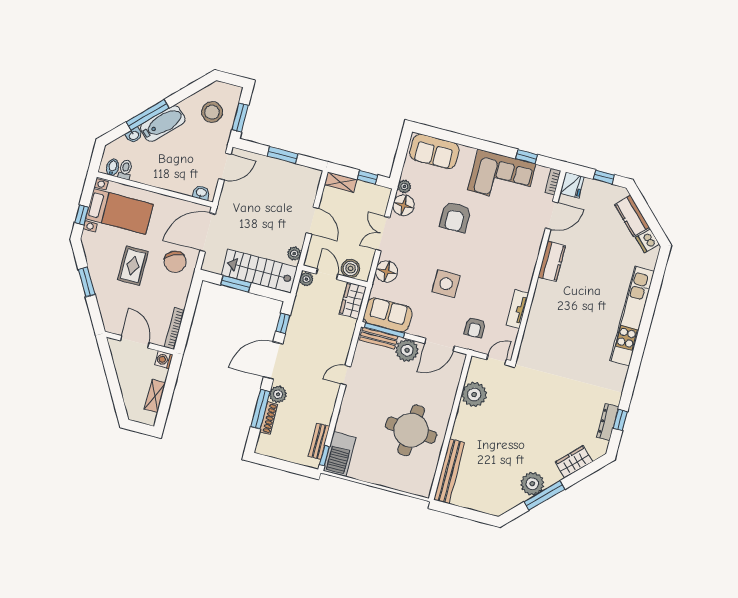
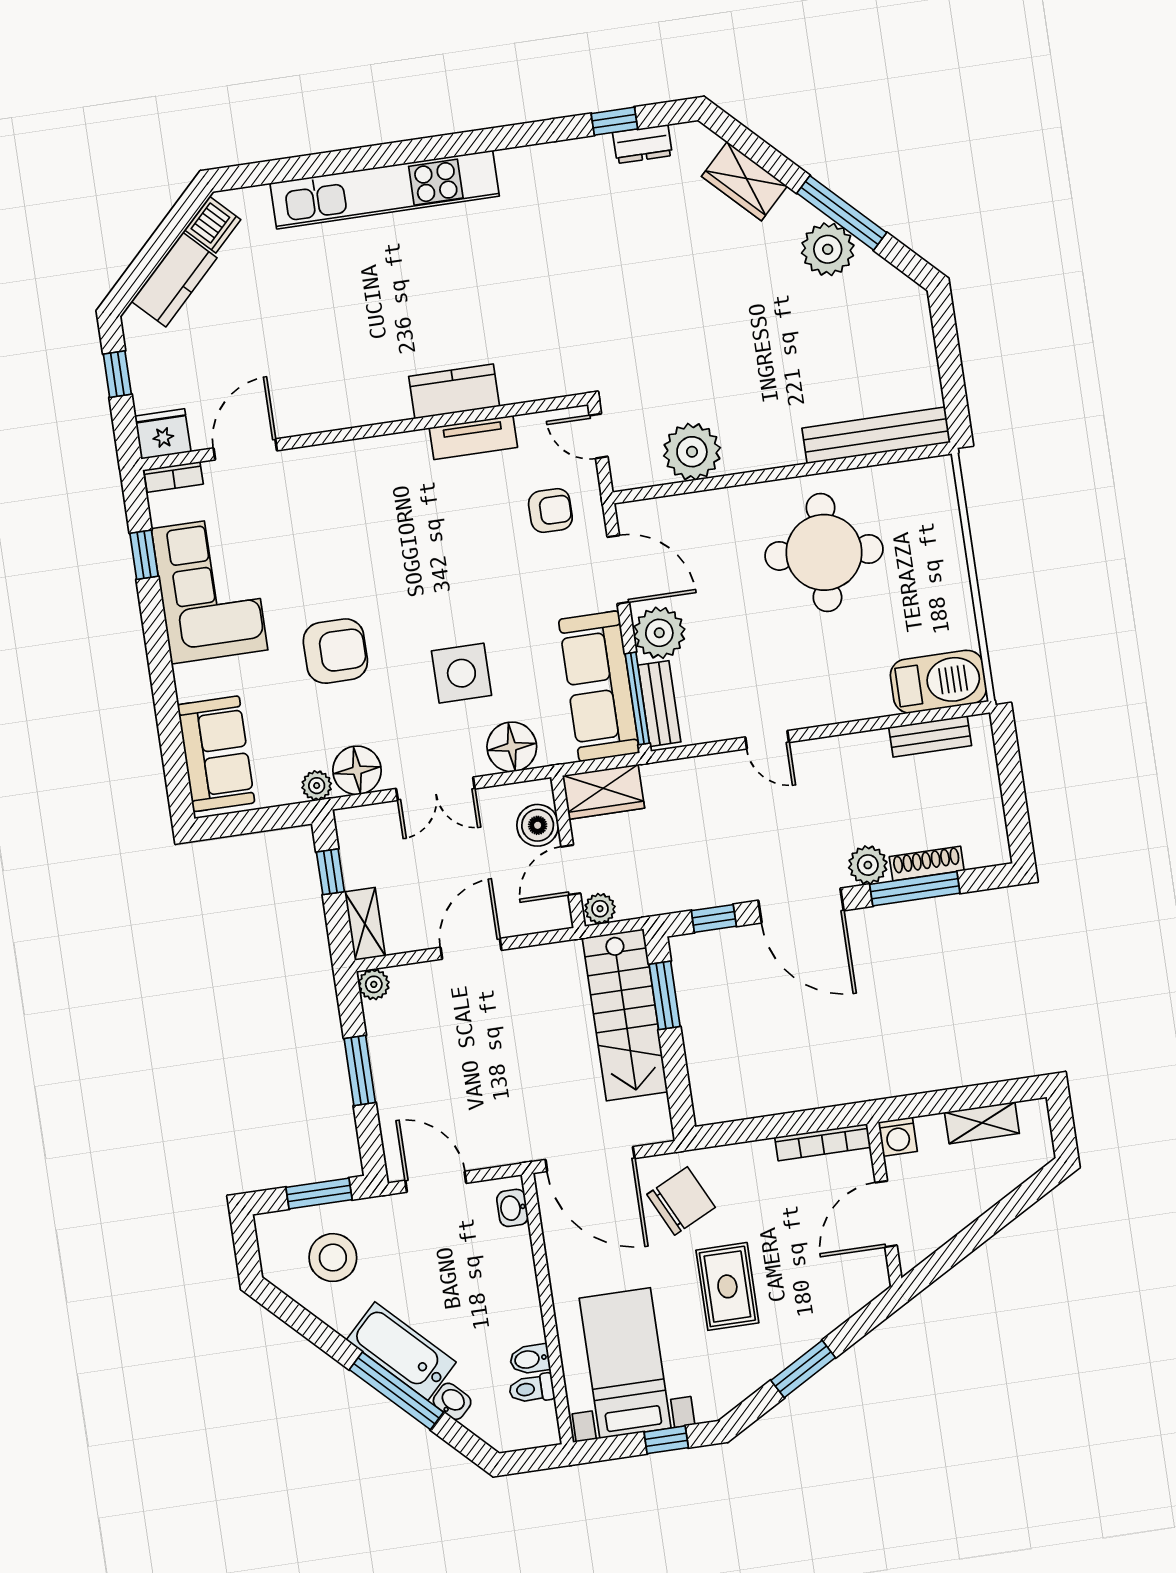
bidet: (113, 167) -> (530, 1359), moved
door: (552, 215) -> (245, 449), hinge flipped
plant: (294, 254) -> (374, 984), moved
kitchen counter: (552, 261) -> (454, 391), moved
rug: (133, 266) -> (727, 1286), turned 90
window: (236, 284) -> (665, 995), moved
side table: (446, 284) -> (461, 673), moved
sofa: (388, 315) -> (599, 686), width x1.36
dresser: (608, 422) -> (643, 144), width x0.70
window: (325, 456) -> (955, 712), removed

